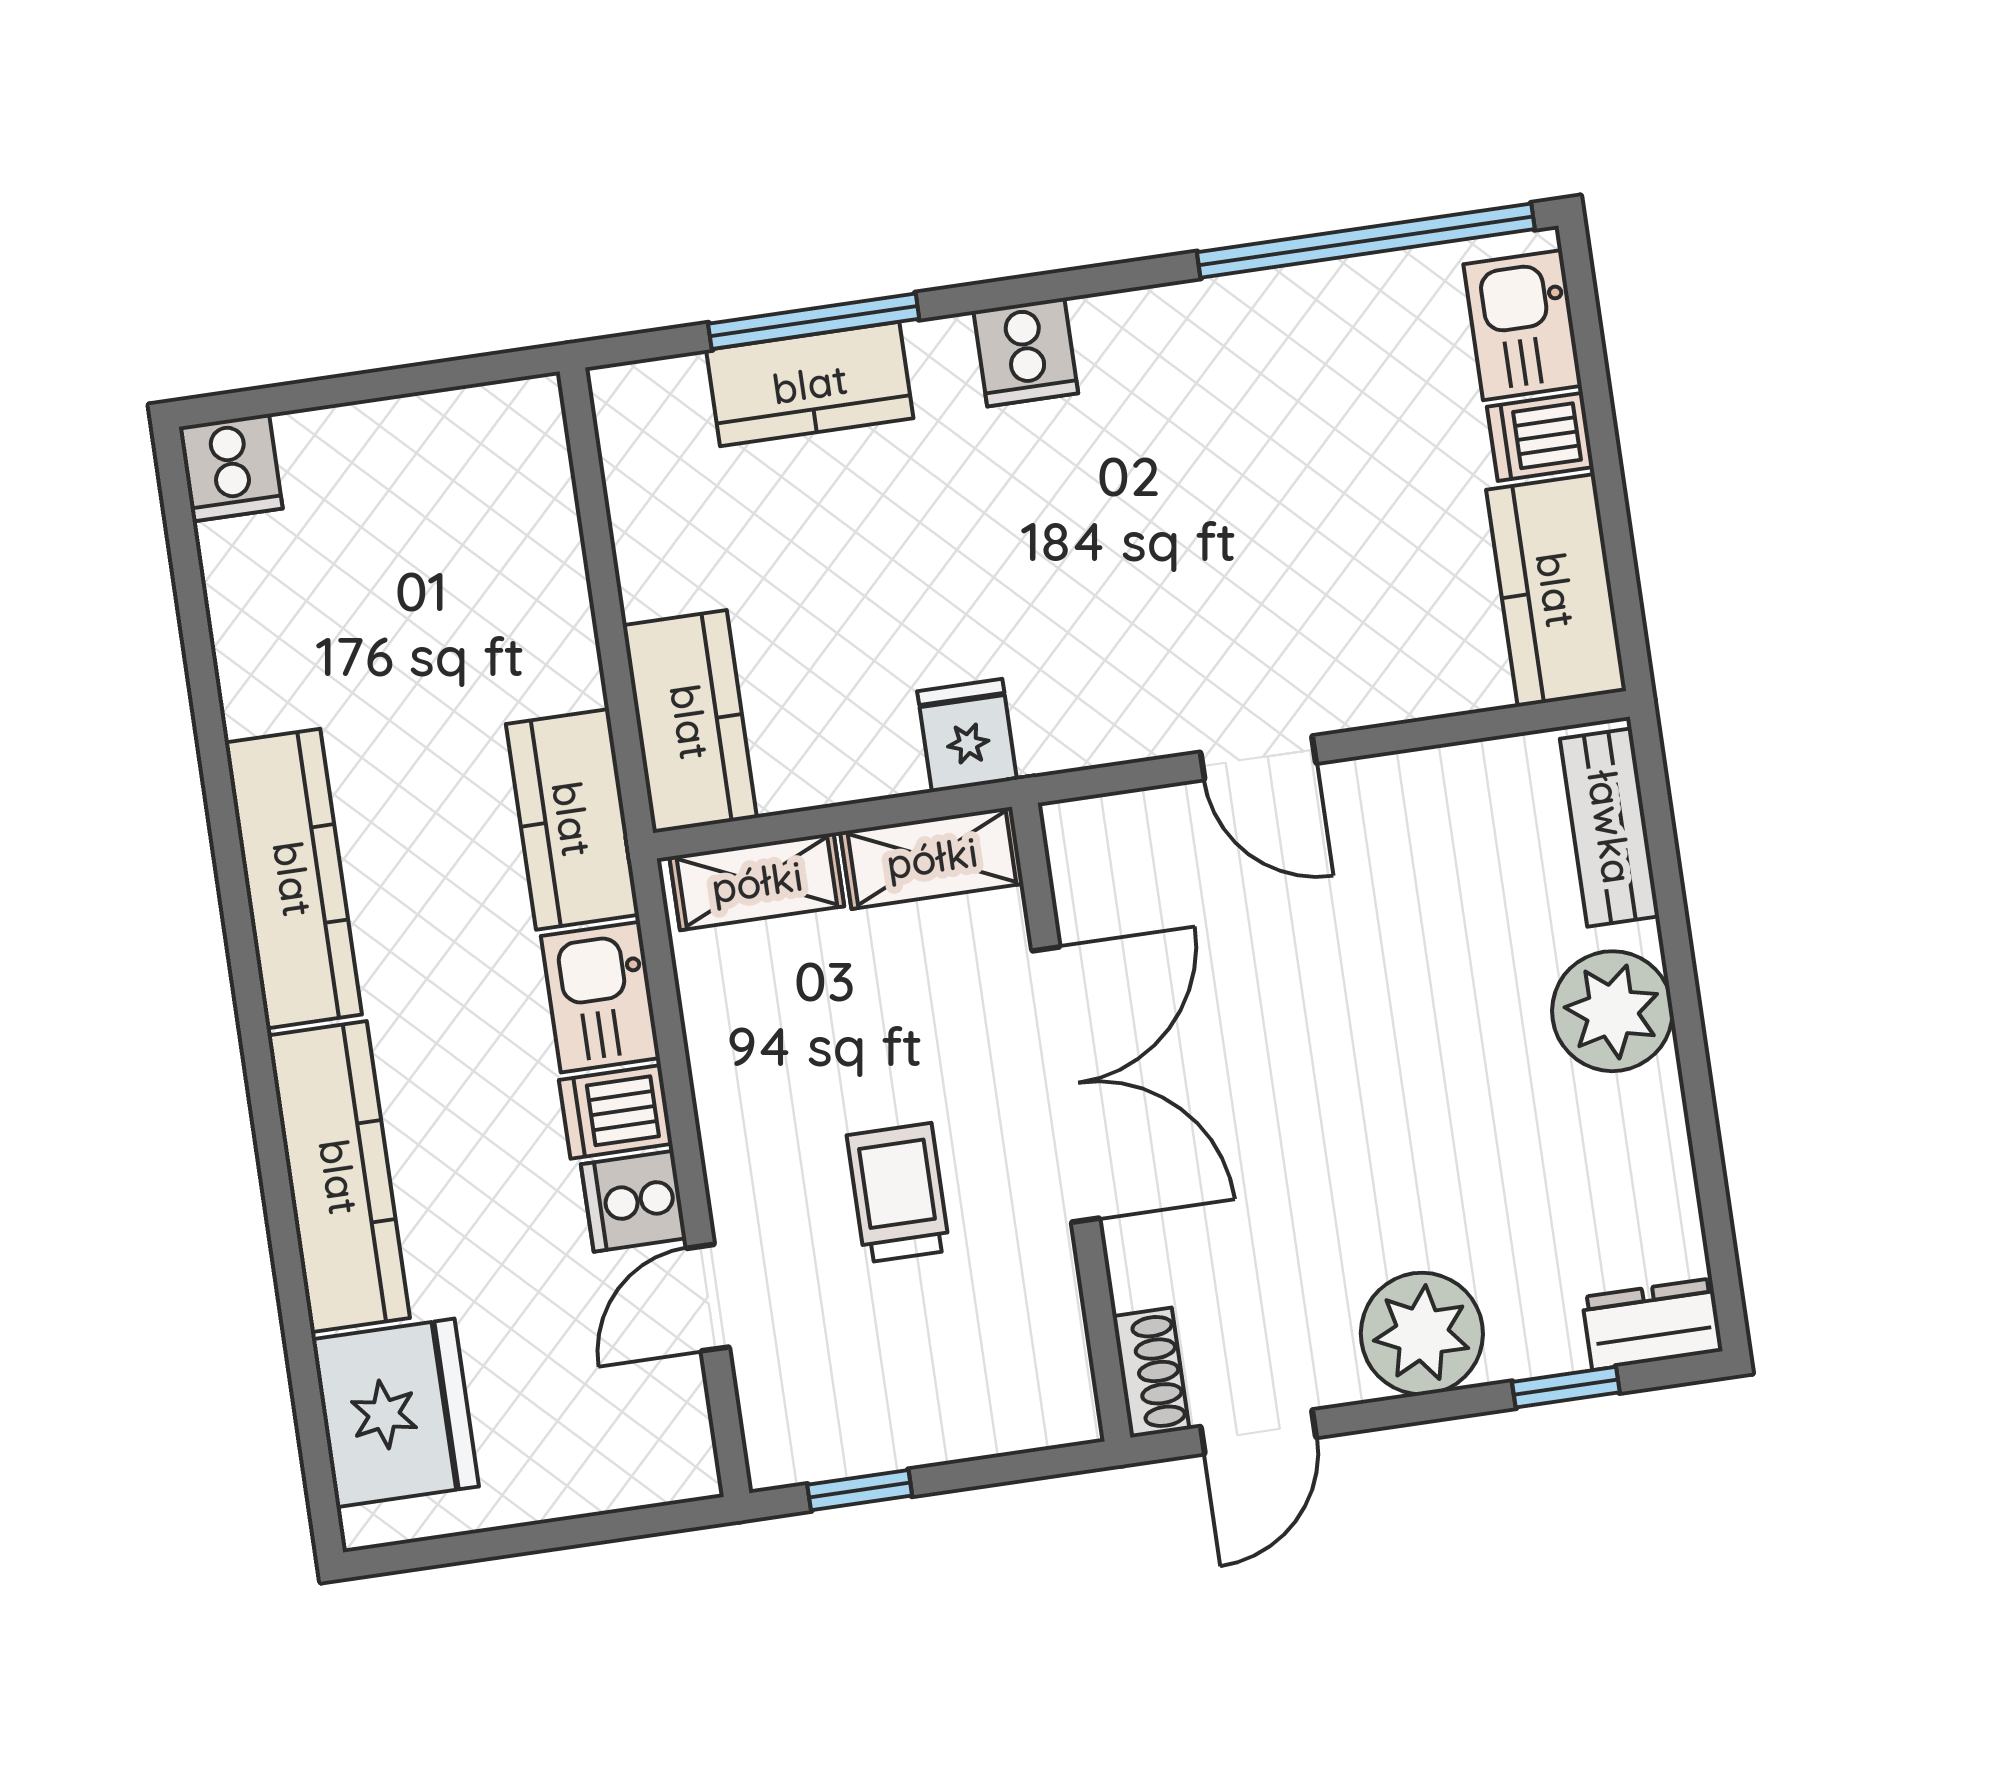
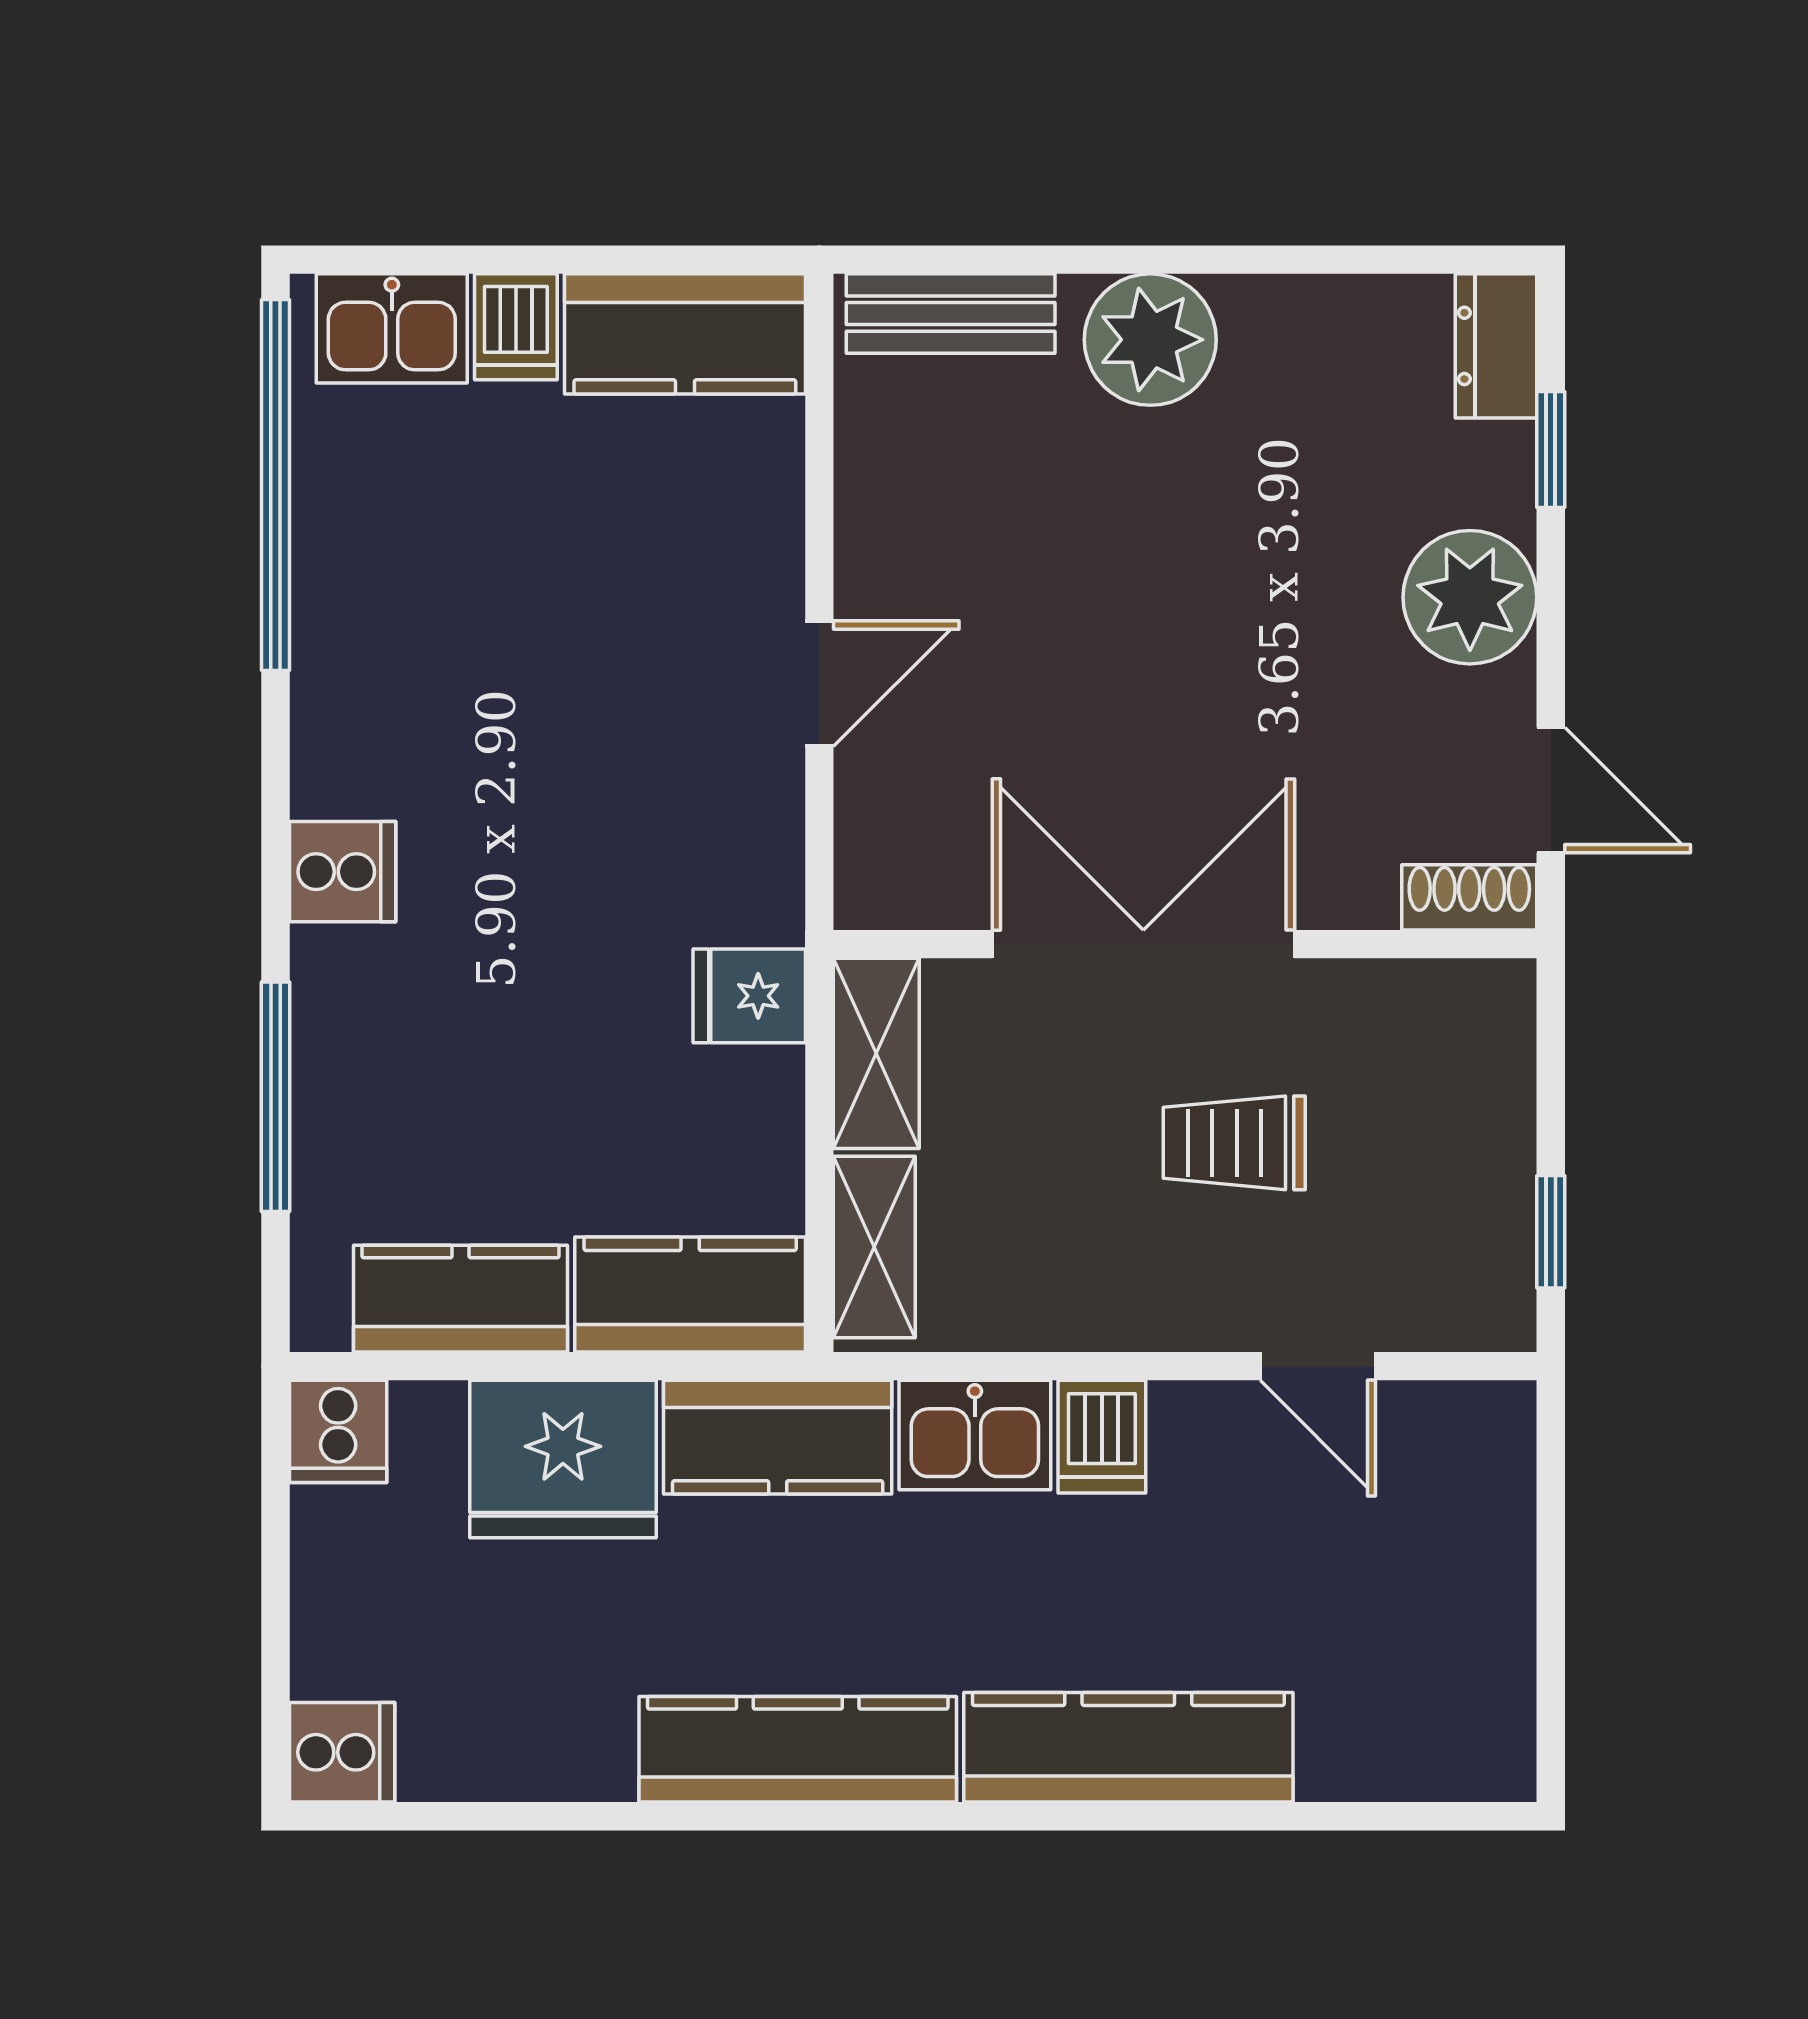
kitchen counter: (810, 384) -> (460, 1299), moved, turned -90
cooker: (634, 1201) -> (338, 1431), moved
fridge: (395, 1413) -> (563, 1459), moved, turned 180

